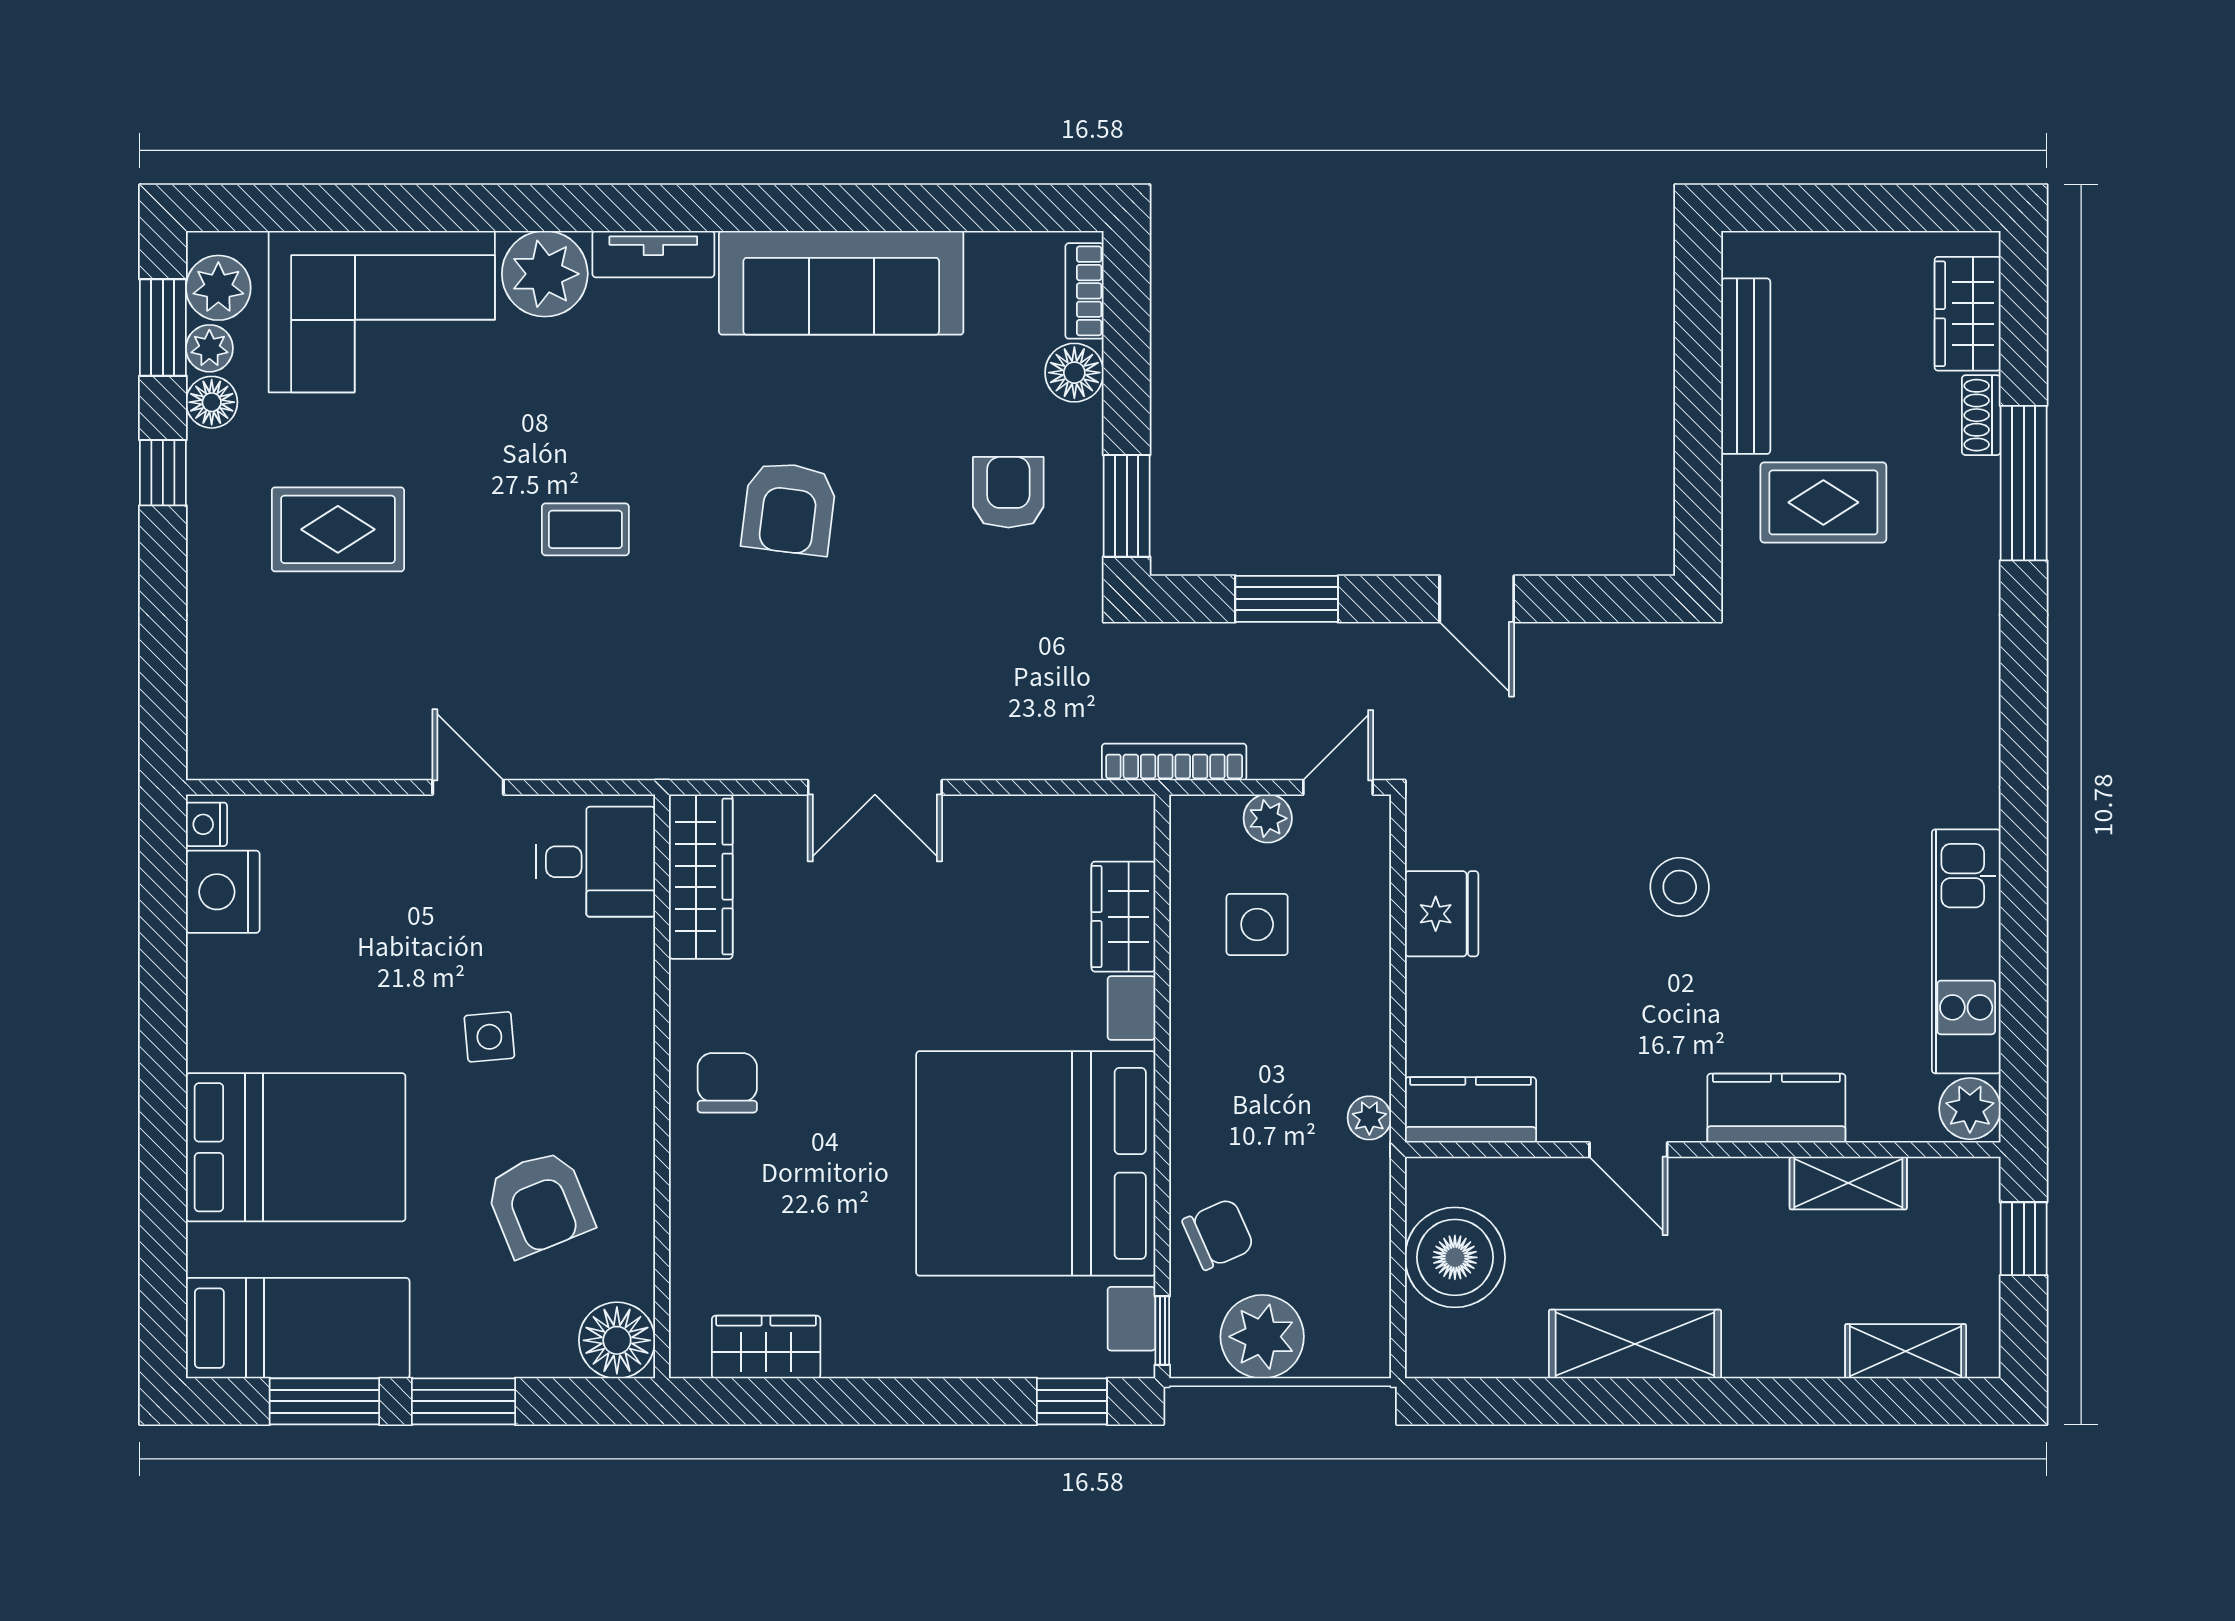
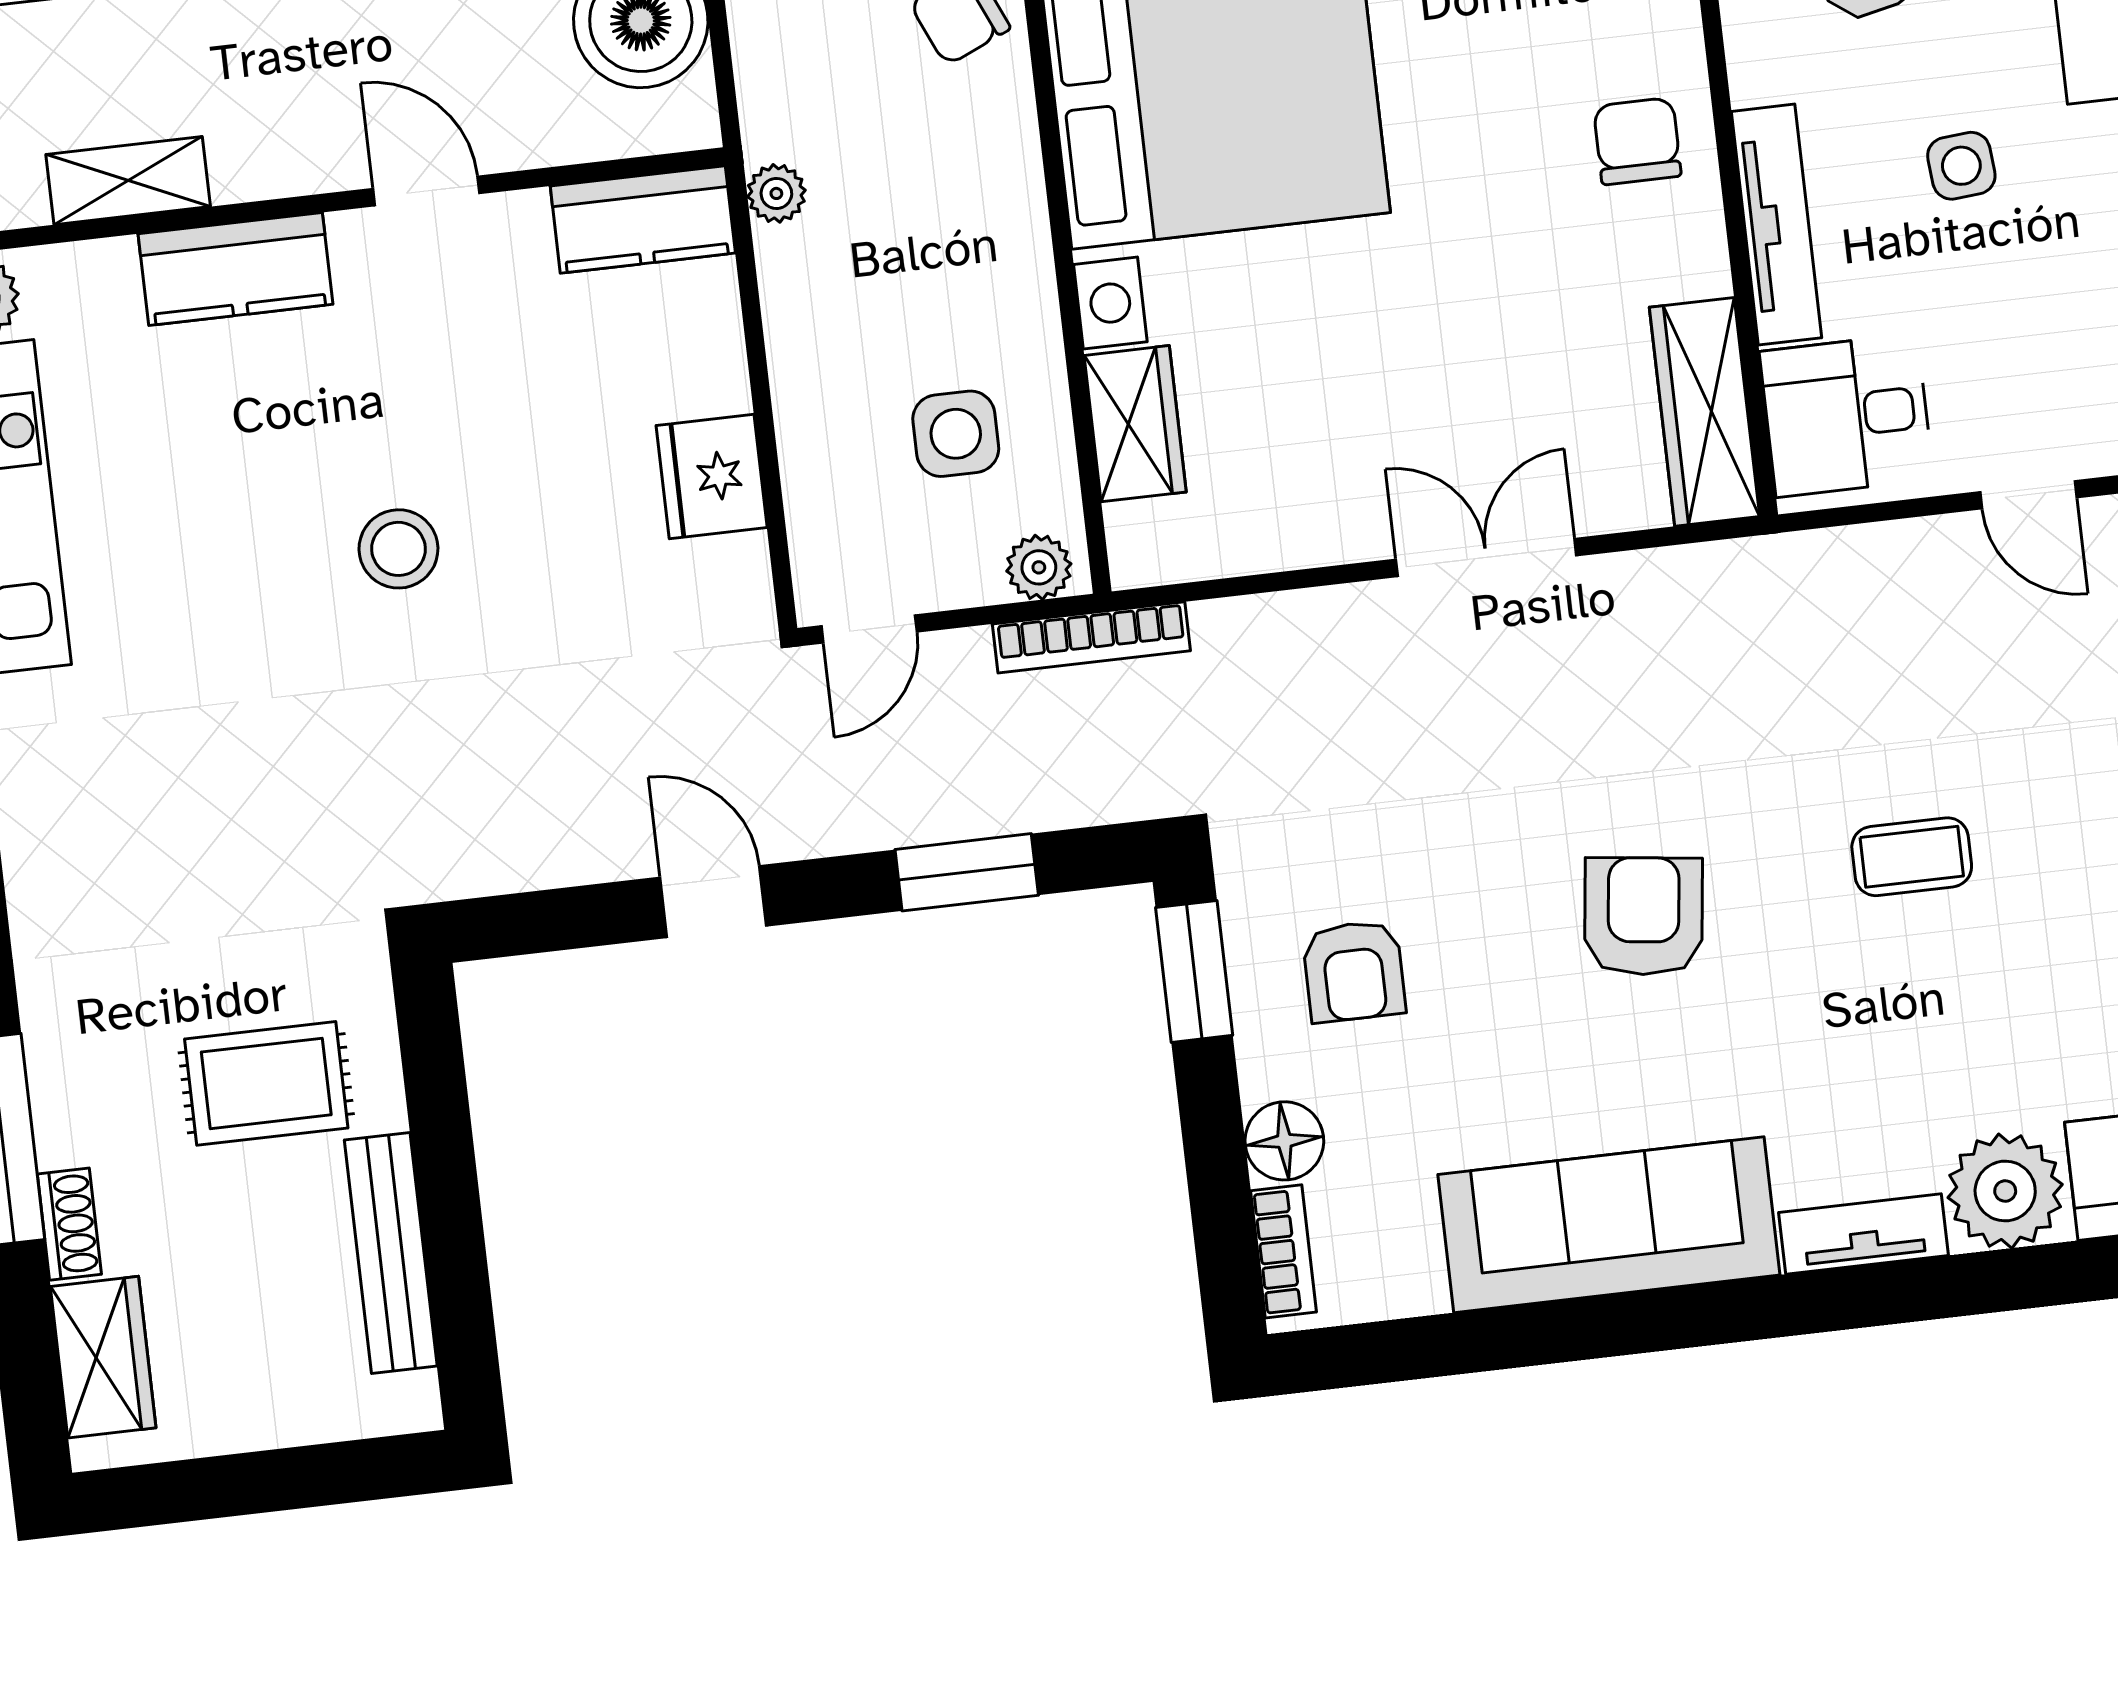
plant: (1268, 818) -> (1039, 567), moved
tv unit: (631, 1009) -> (1777, 225), added
chair: (727, 1083) -> (1637, 141), turned 180

